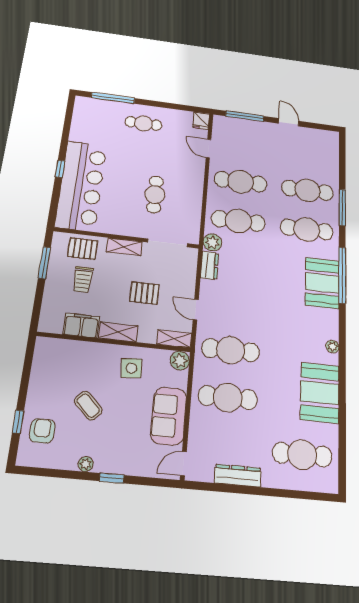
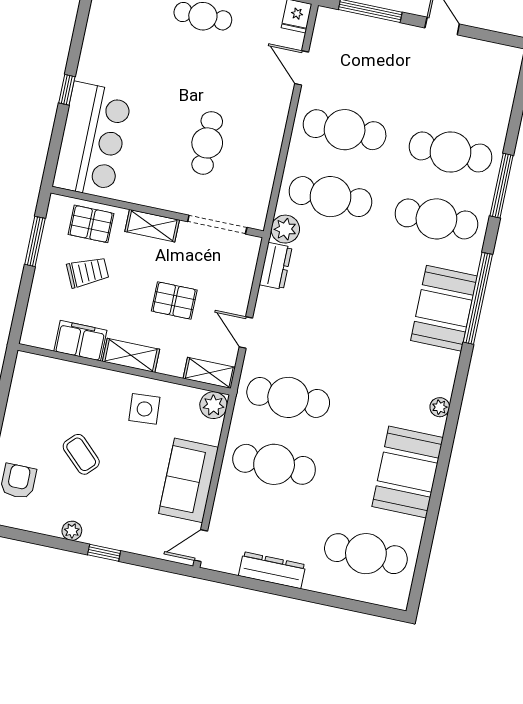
bar counter: (81, 186) -> (92, 140), width x0.73
trolley: (83, 280) -> (88, 272), turned -115

